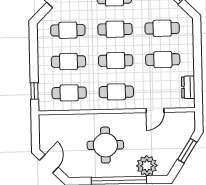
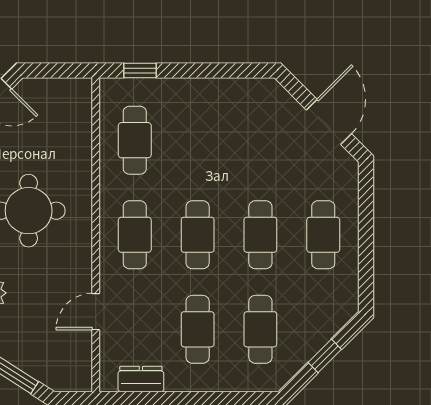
cafe table: (68, 30) -> (260, 140), removed
cafe table: (69, 62) -> (198, 140), removed
door: (155, 111) -> (96, 312), hinge flipped

